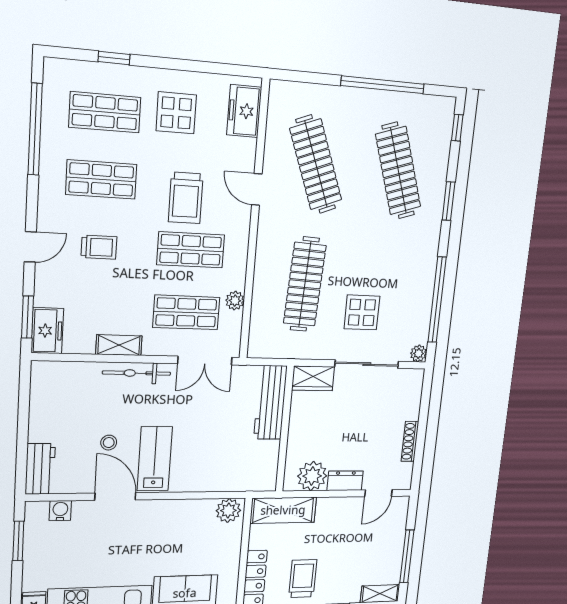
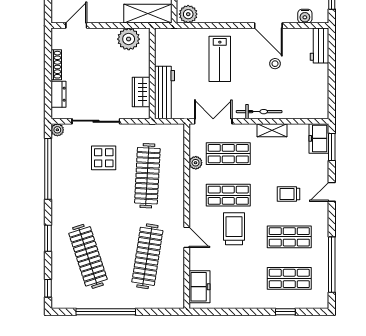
display table: (176, 113) -> (244, 282), removed
clothes rail: (316, 164) -> (147, 256), turned 30
wardrobe: (313, 378) -> (141, 92), moved, turned -90
lab bench: (155, 459) -> (220, 59), moved
dresser: (345, 481) -> (58, 94), moved, turned -90

